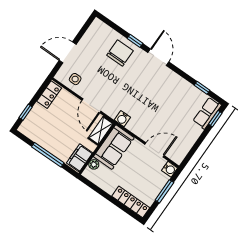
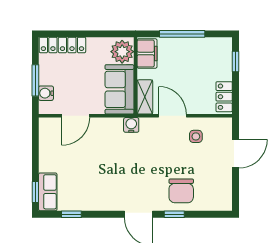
side table: (75, 79) -> (196, 136), moved
plant: (94, 164) -> (122, 52), width x1.88, depth x1.88
water cooler: (170, 169) -> (46, 93), moved

